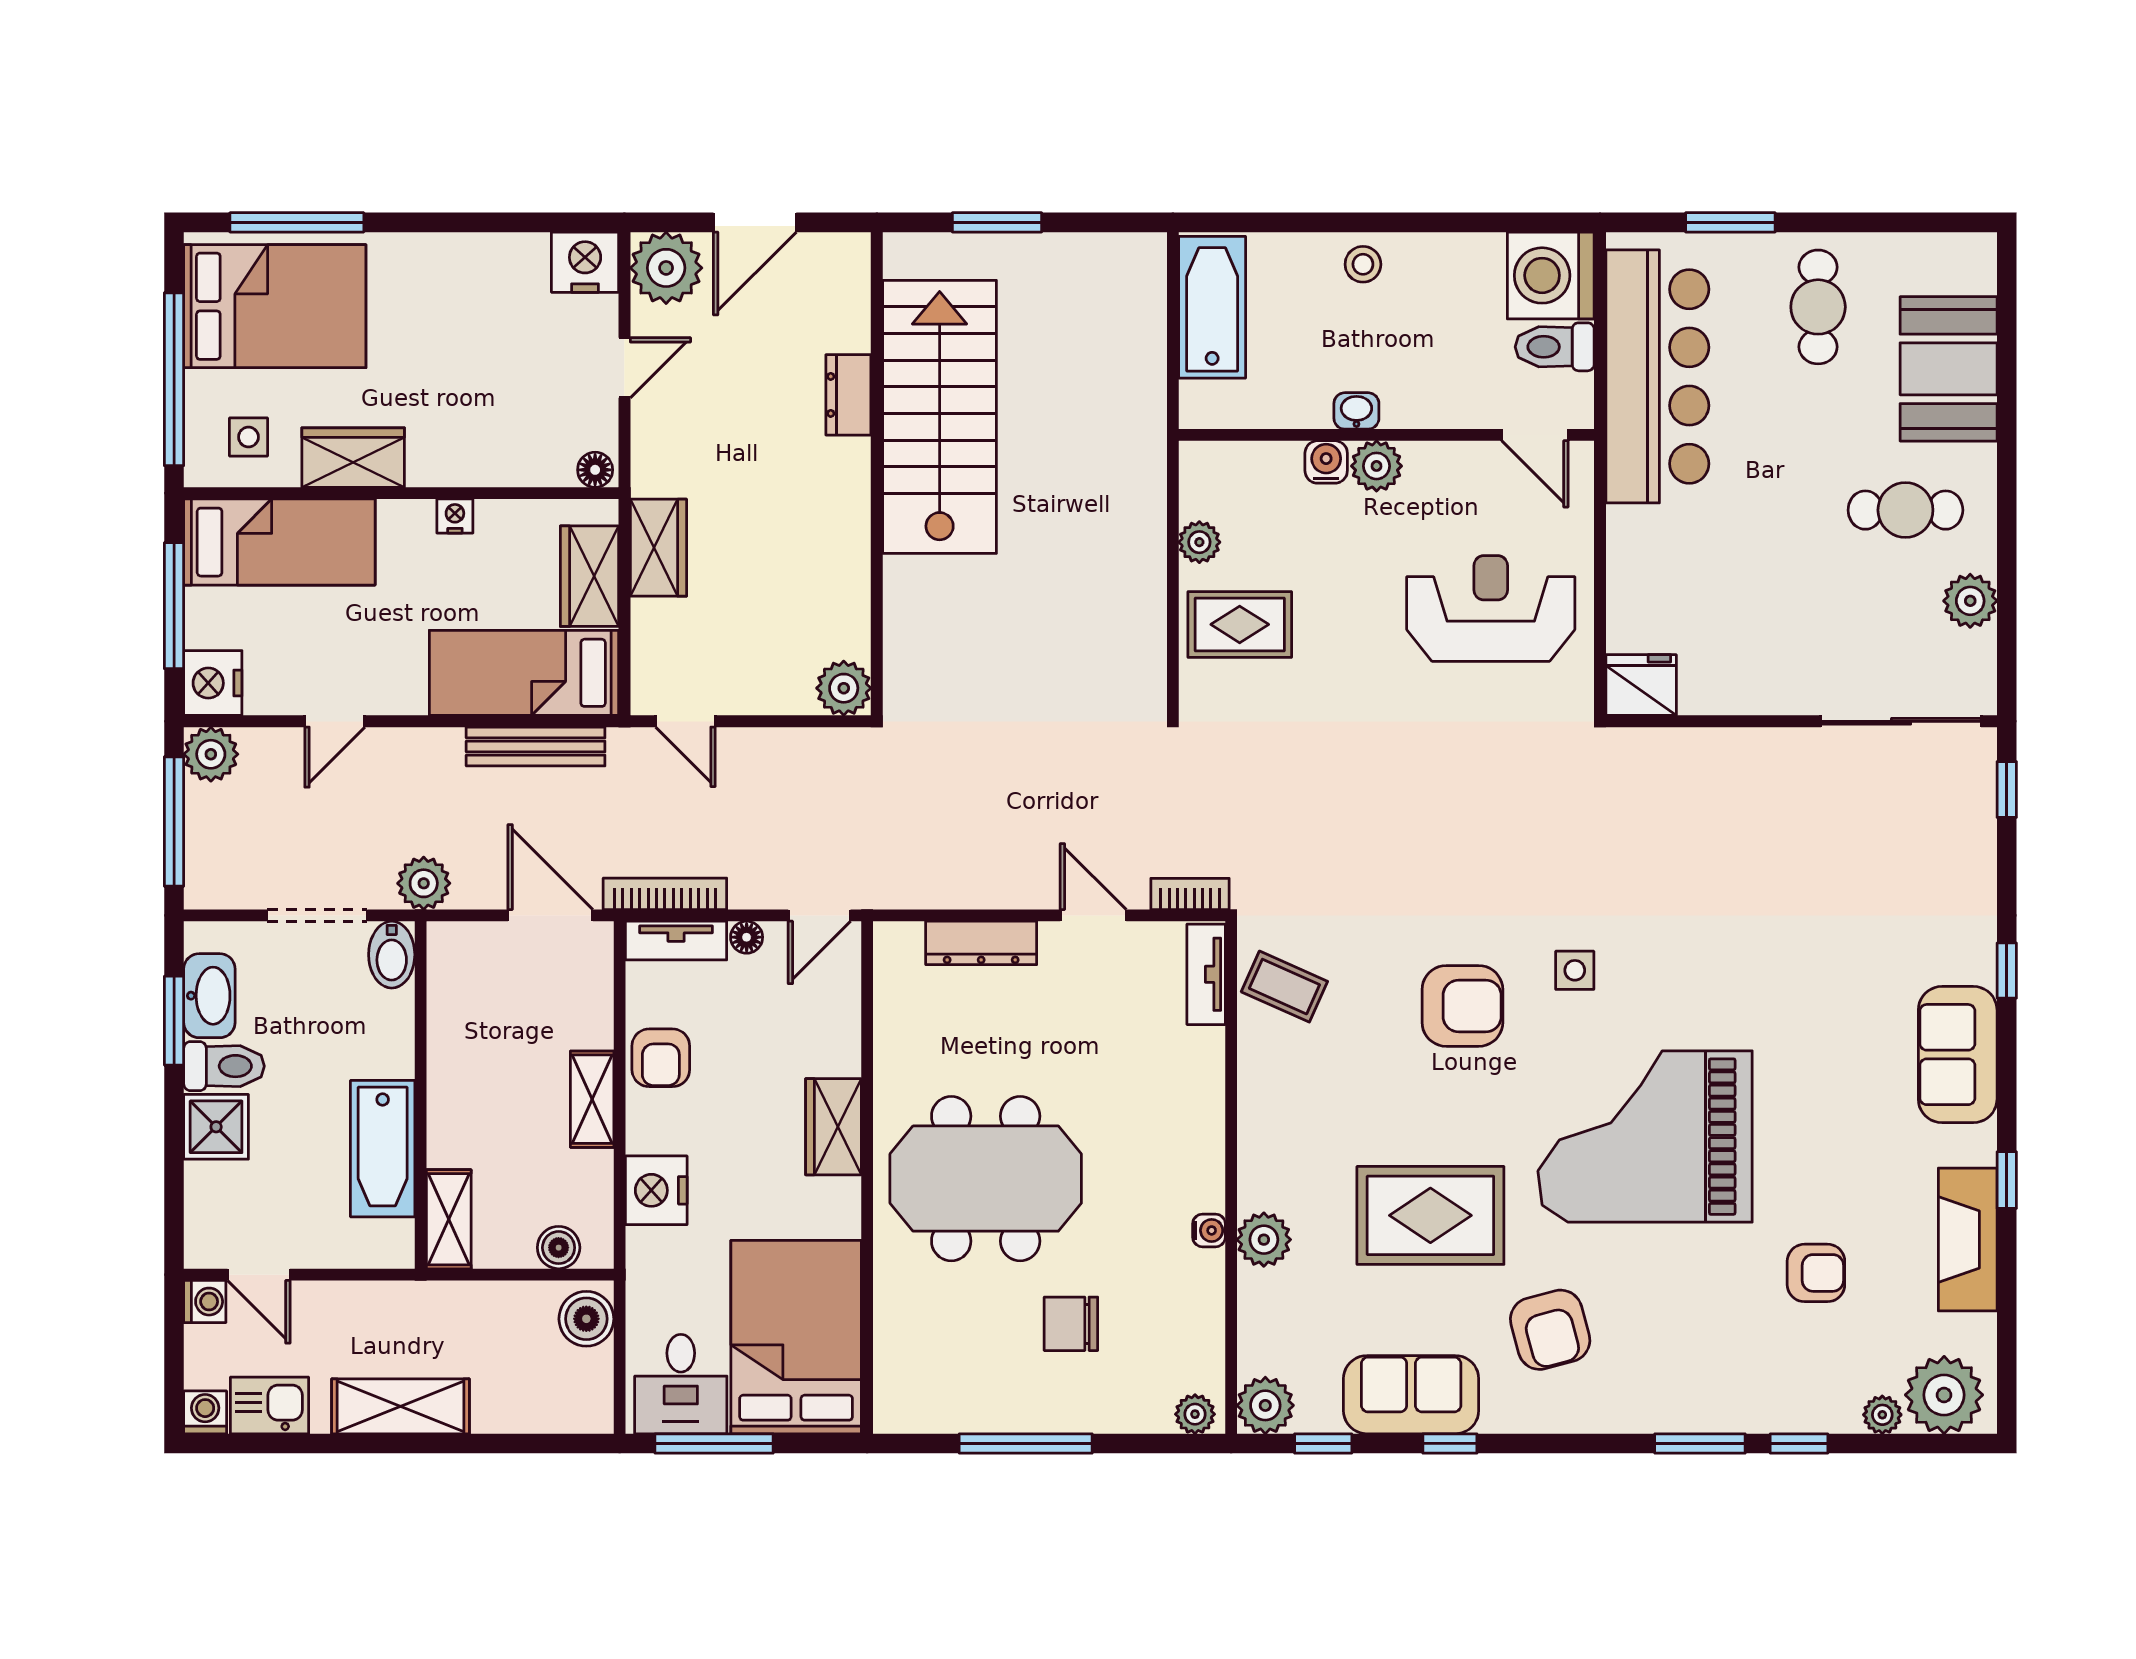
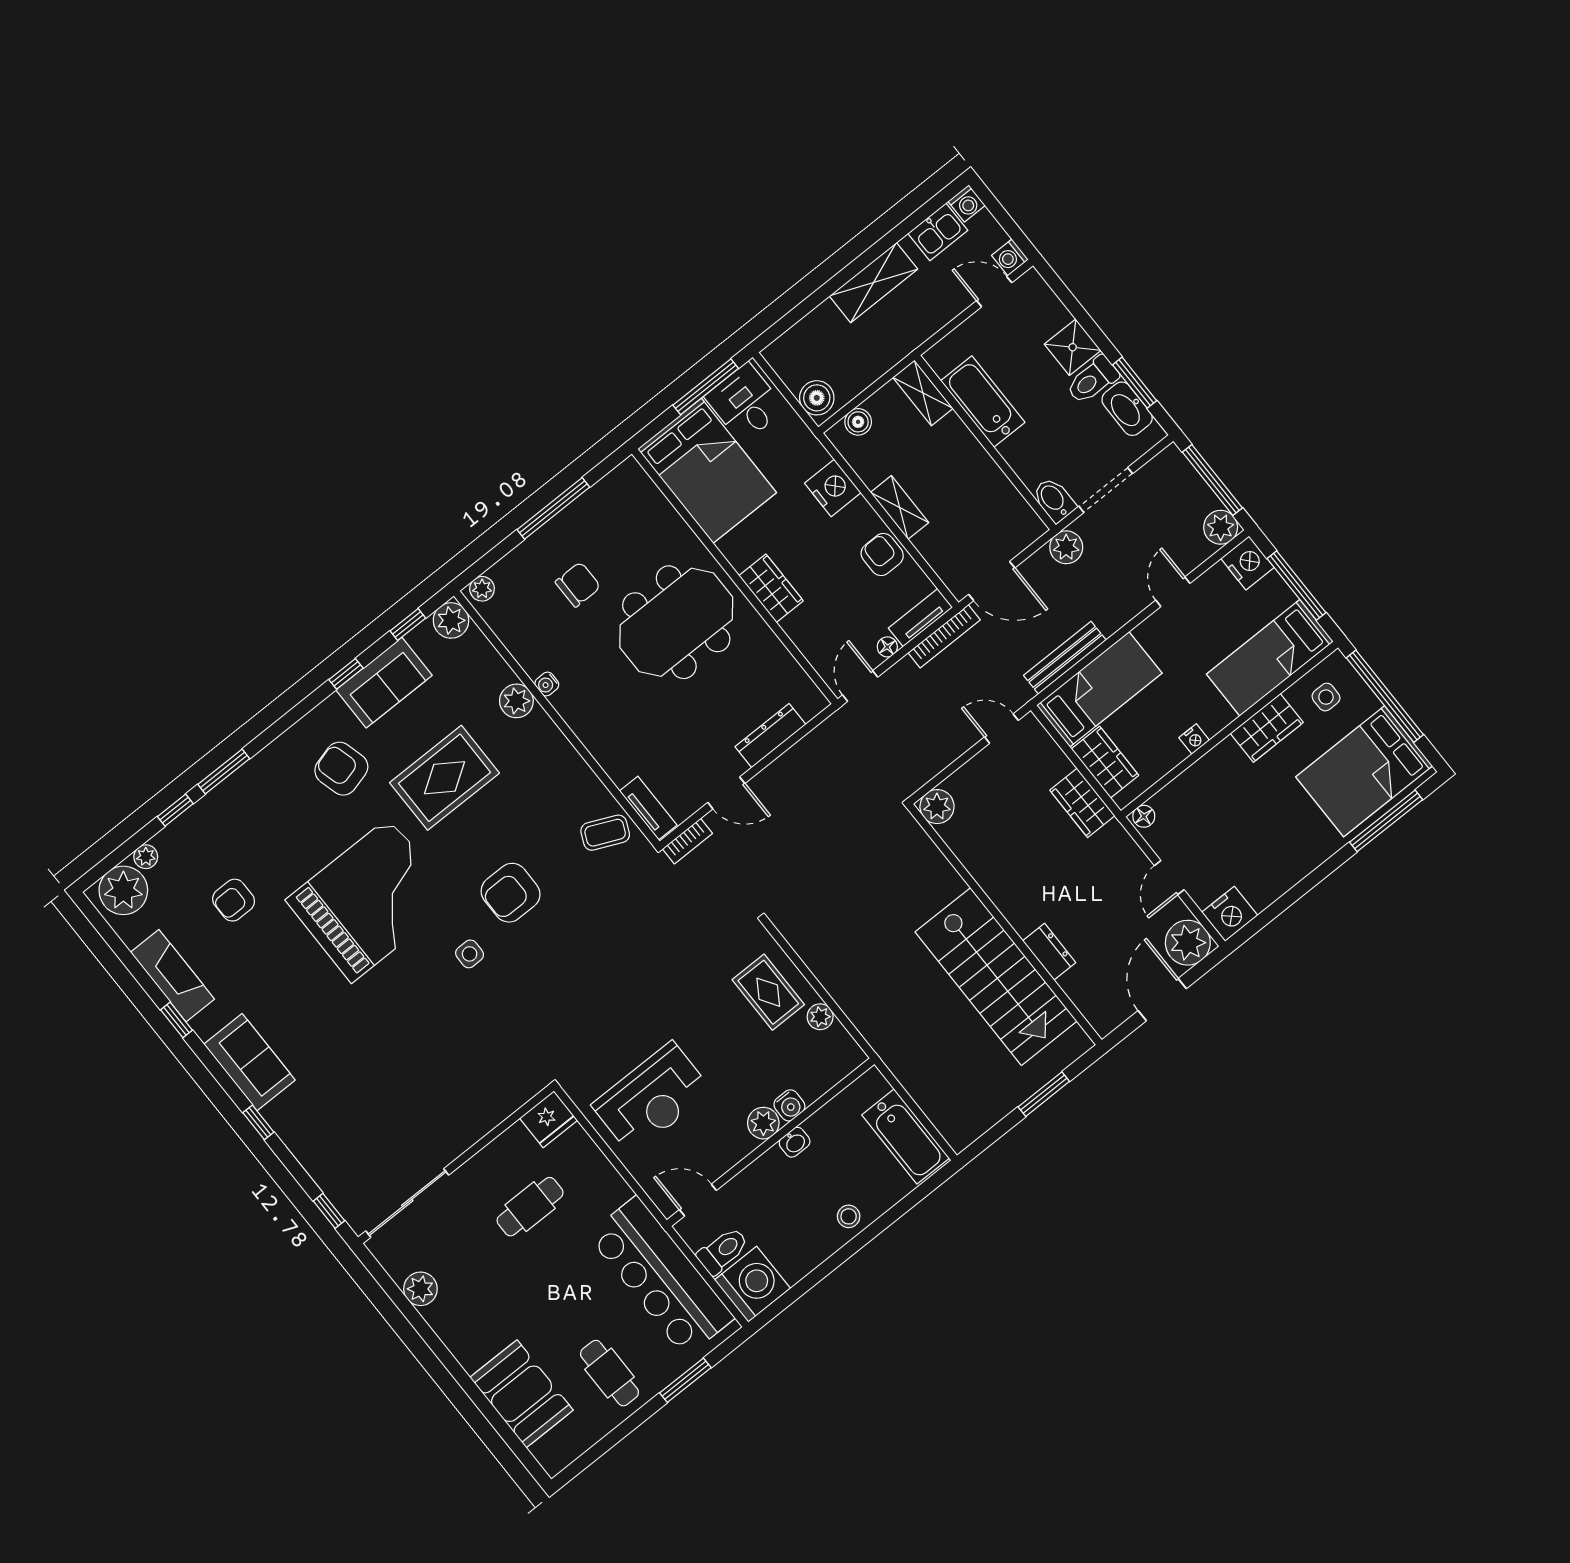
cafe table: (1905, 510) -> (530, 1207), moved
rug: (1240, 624) -> (768, 992), turned 90

